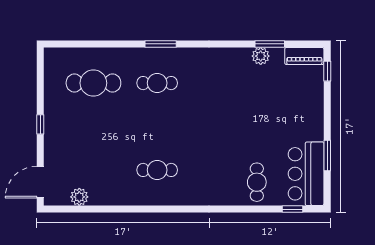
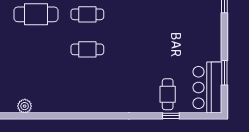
cafe table: (157, 170) -> (87, 49), moved
window: (293, 209) -> (171, 116), moved

